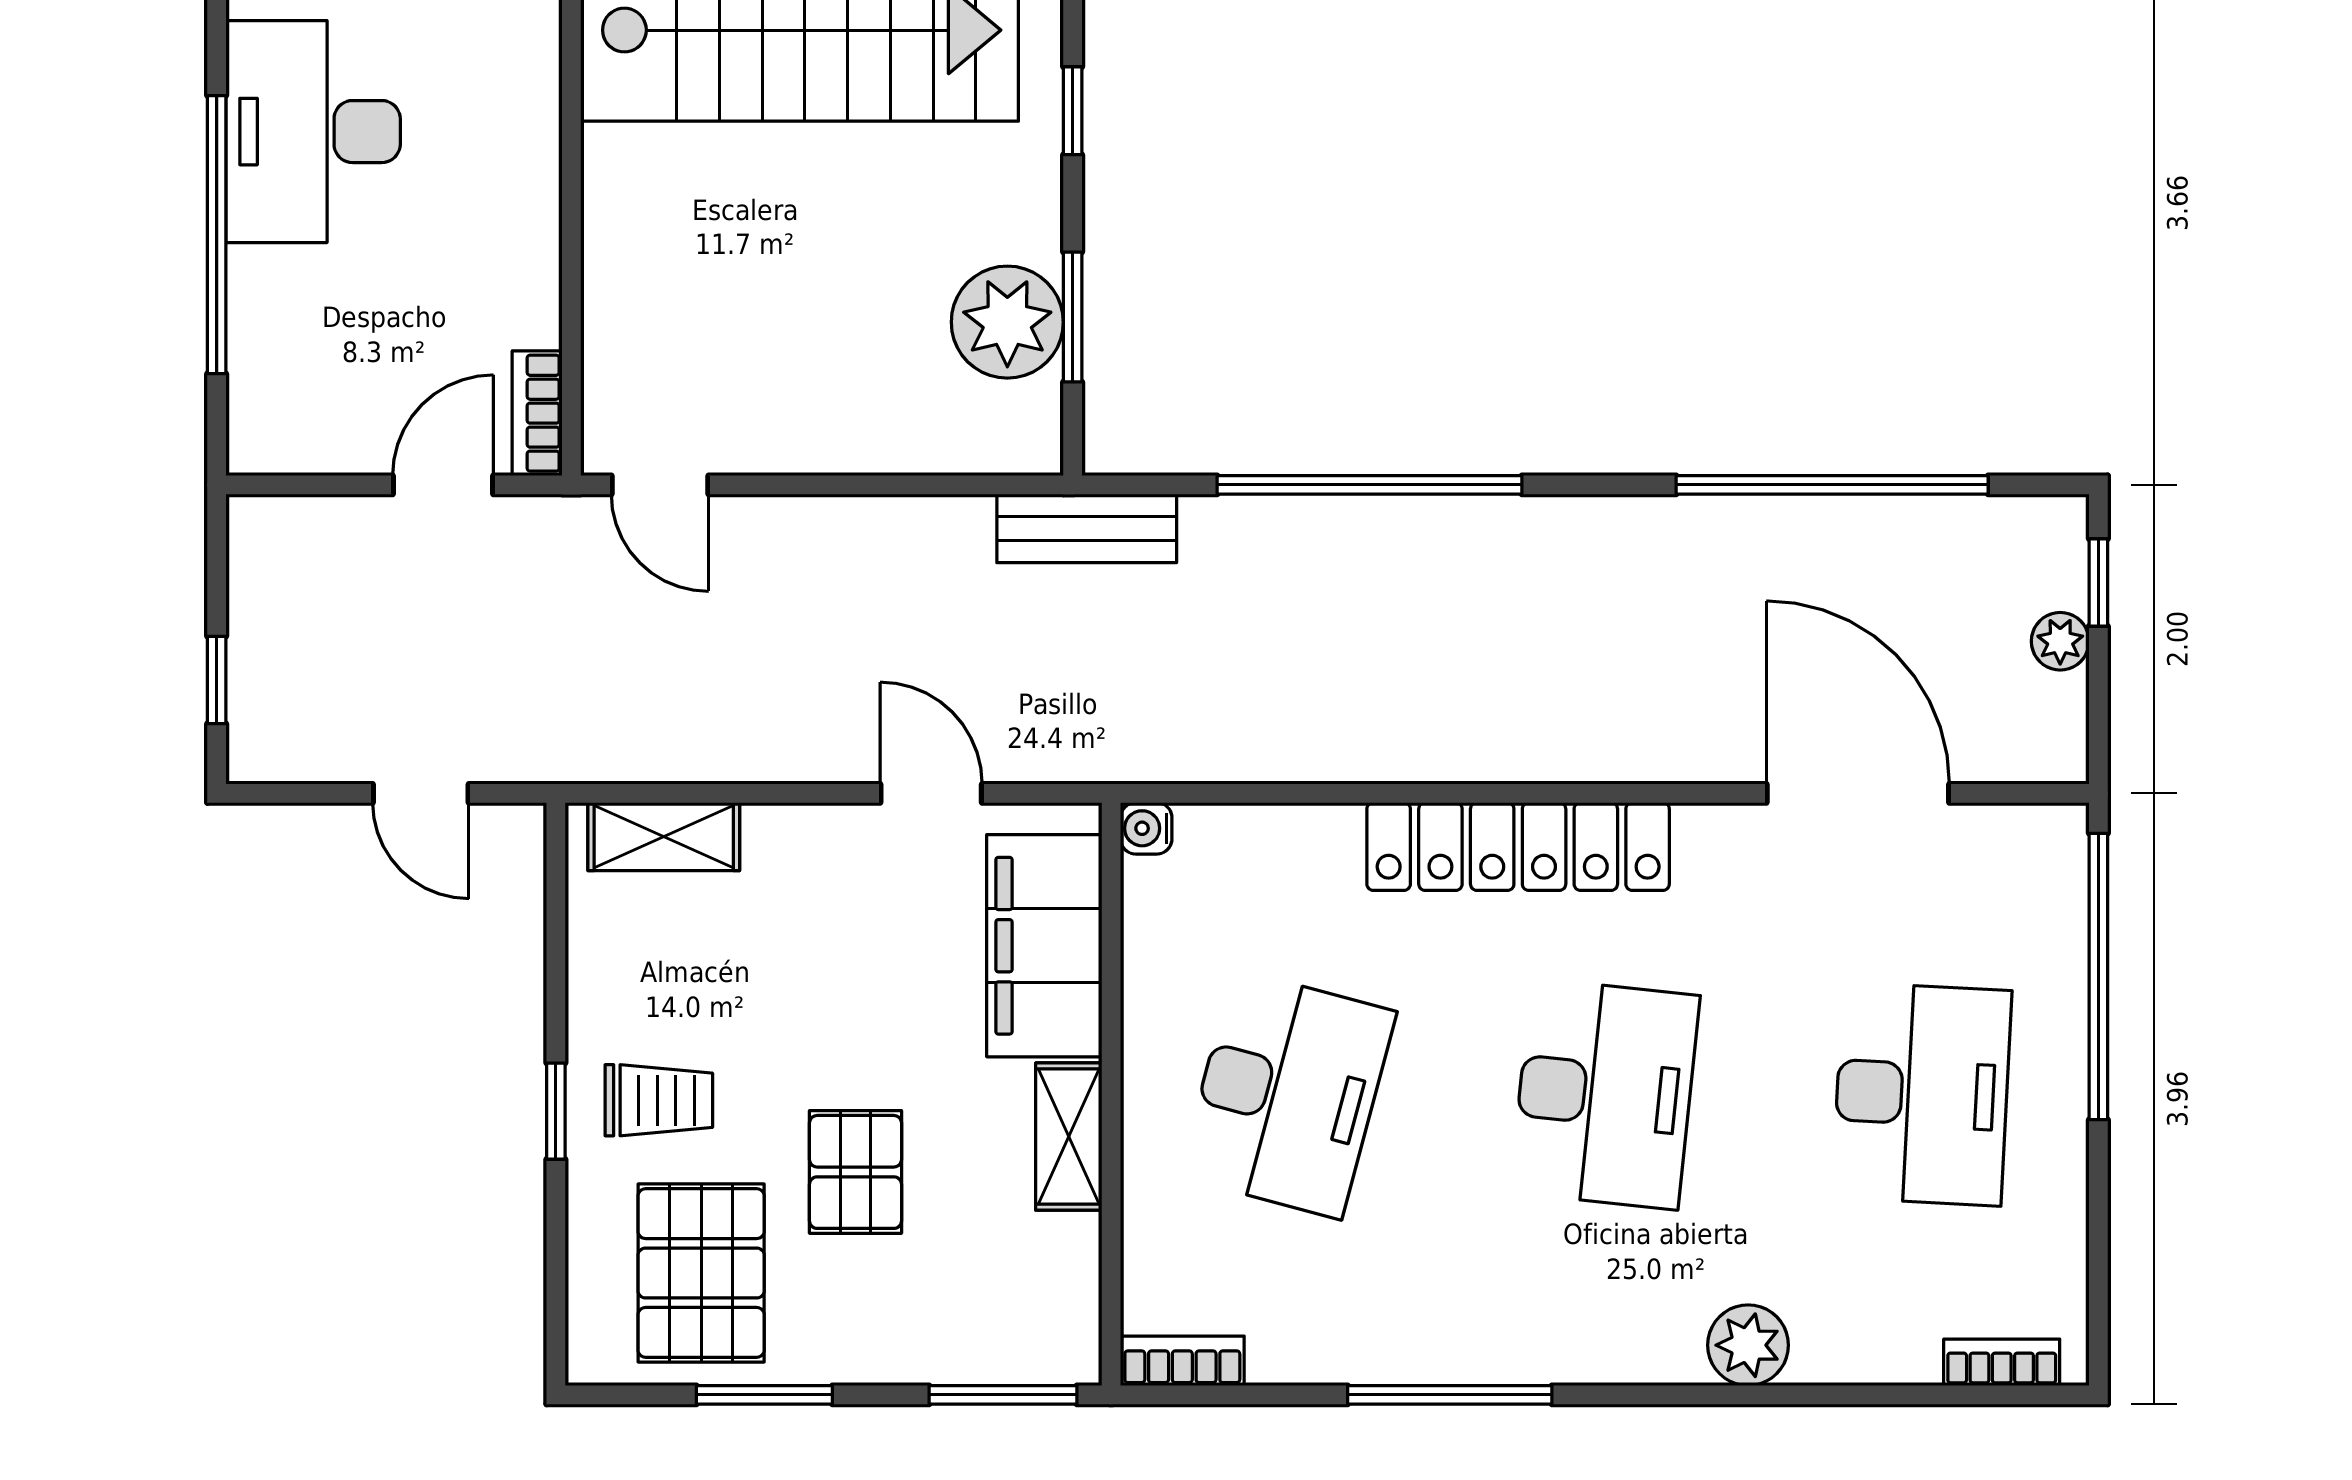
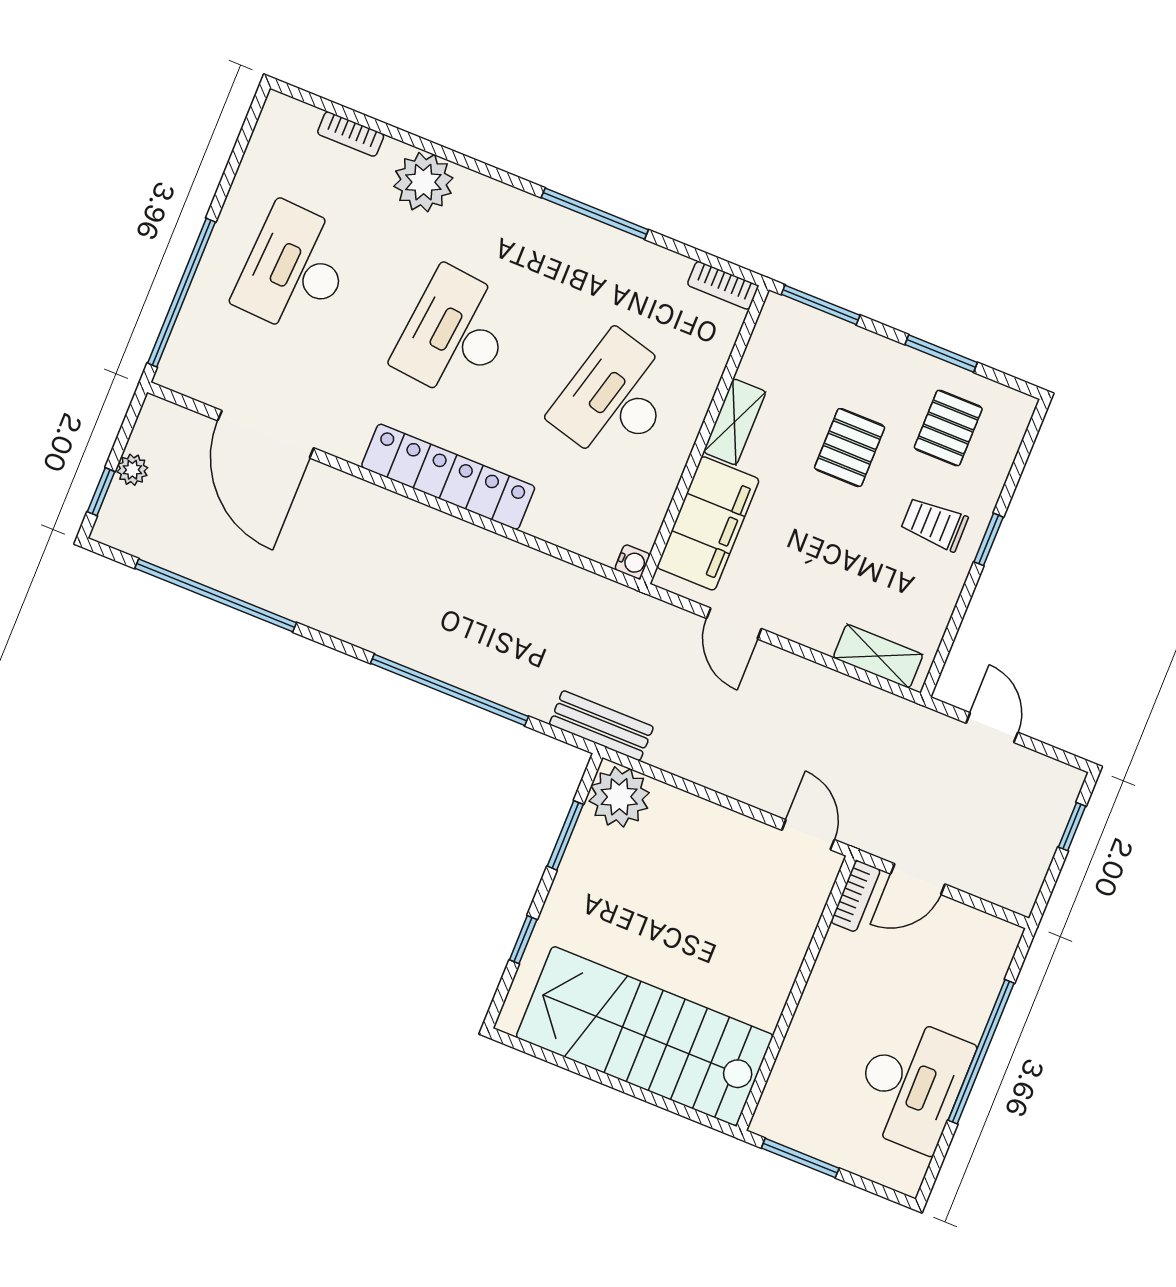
plant: (1007, 322) -> (619, 797), moved
pallet: (701, 1273) -> (948, 428), width x0.67, depth x0.71
plant: (1748, 1345) -> (423, 182), width x1.36, depth x1.36
bookcase: (2002, 1362) -> (351, 134), moved

